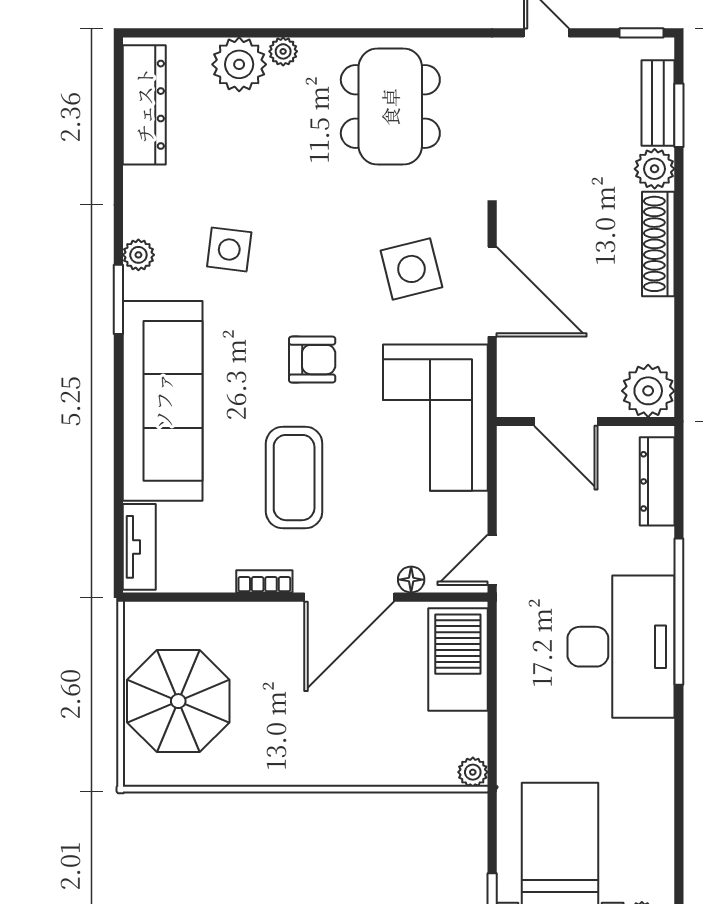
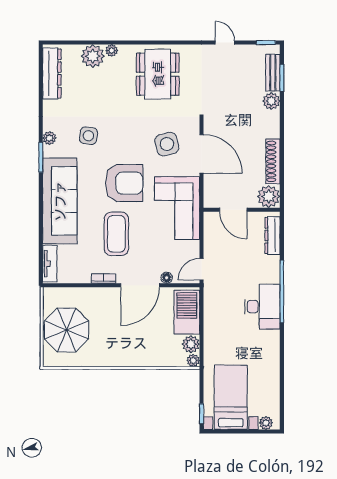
shoe rack: (658, 244) -> (273, 161), moved
armchair: (312, 360) -> (124, 183), width x1.88, depth x1.88
desk: (621, 647) -> (262, 307), width x0.73, depth x0.77
plant: (467, 734) -> (191, 344), added

